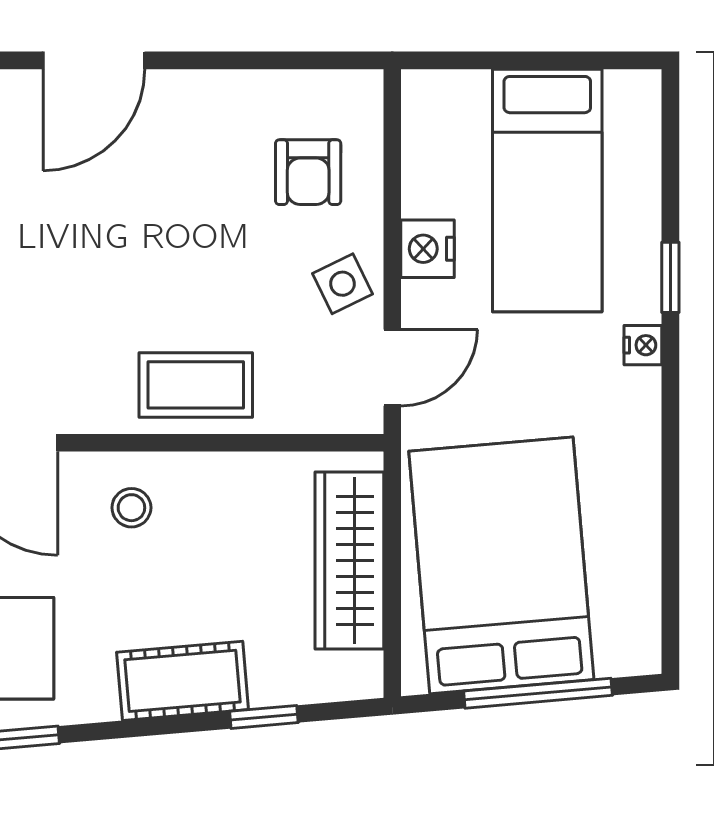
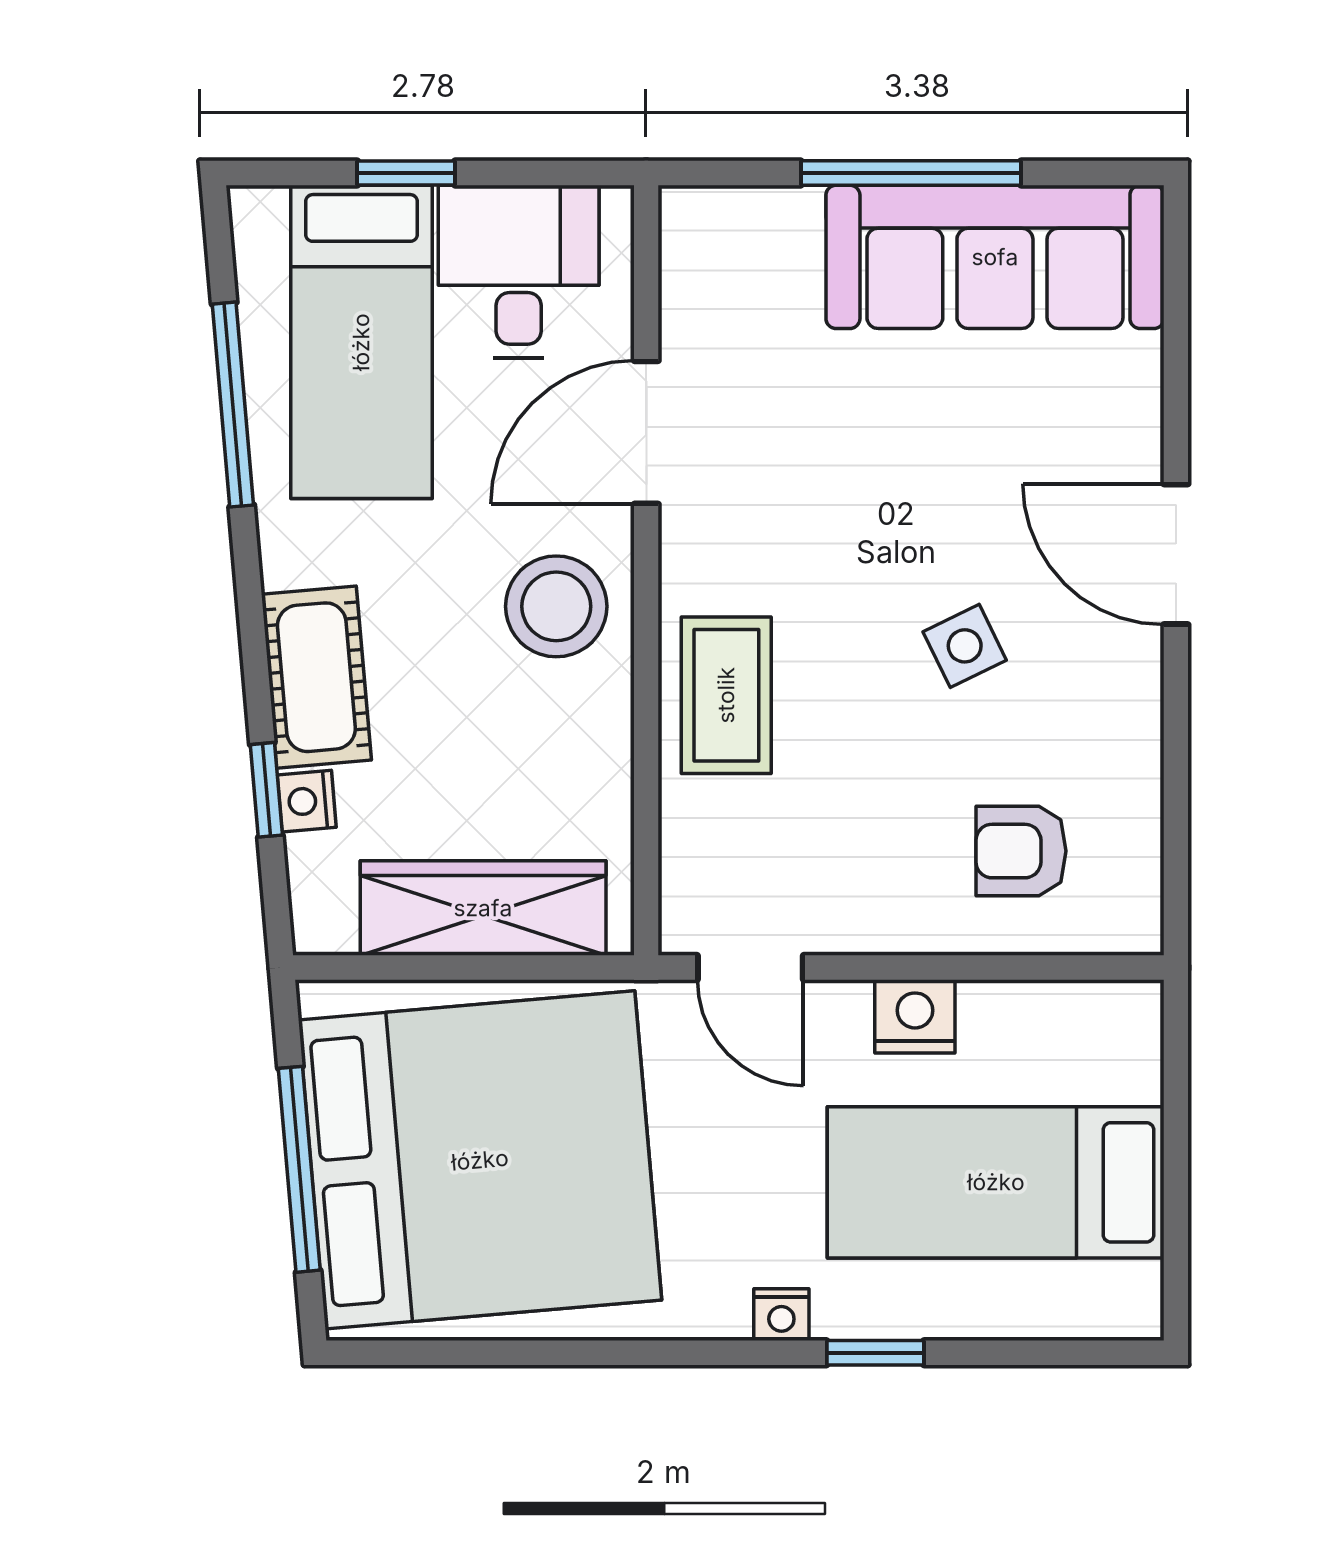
side table: (342, 284) -> (965, 646), moved
stool: (131, 508) -> (556, 606), width x1.89, depth x1.89
bed: (501, 565) -> (480, 1160), width x1.36
nightstand: (272, 688) -> (307, 801), added

